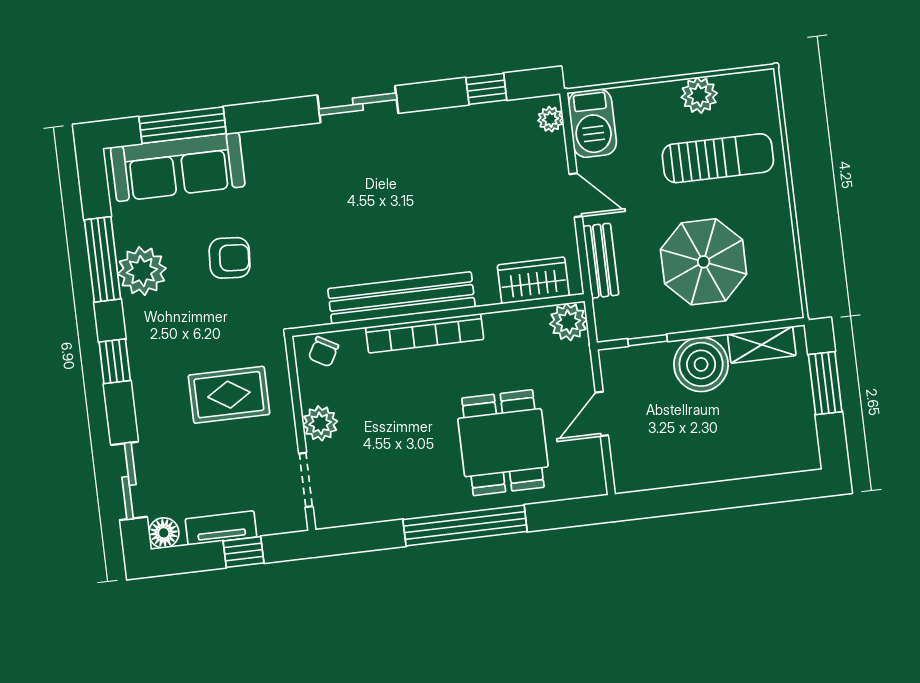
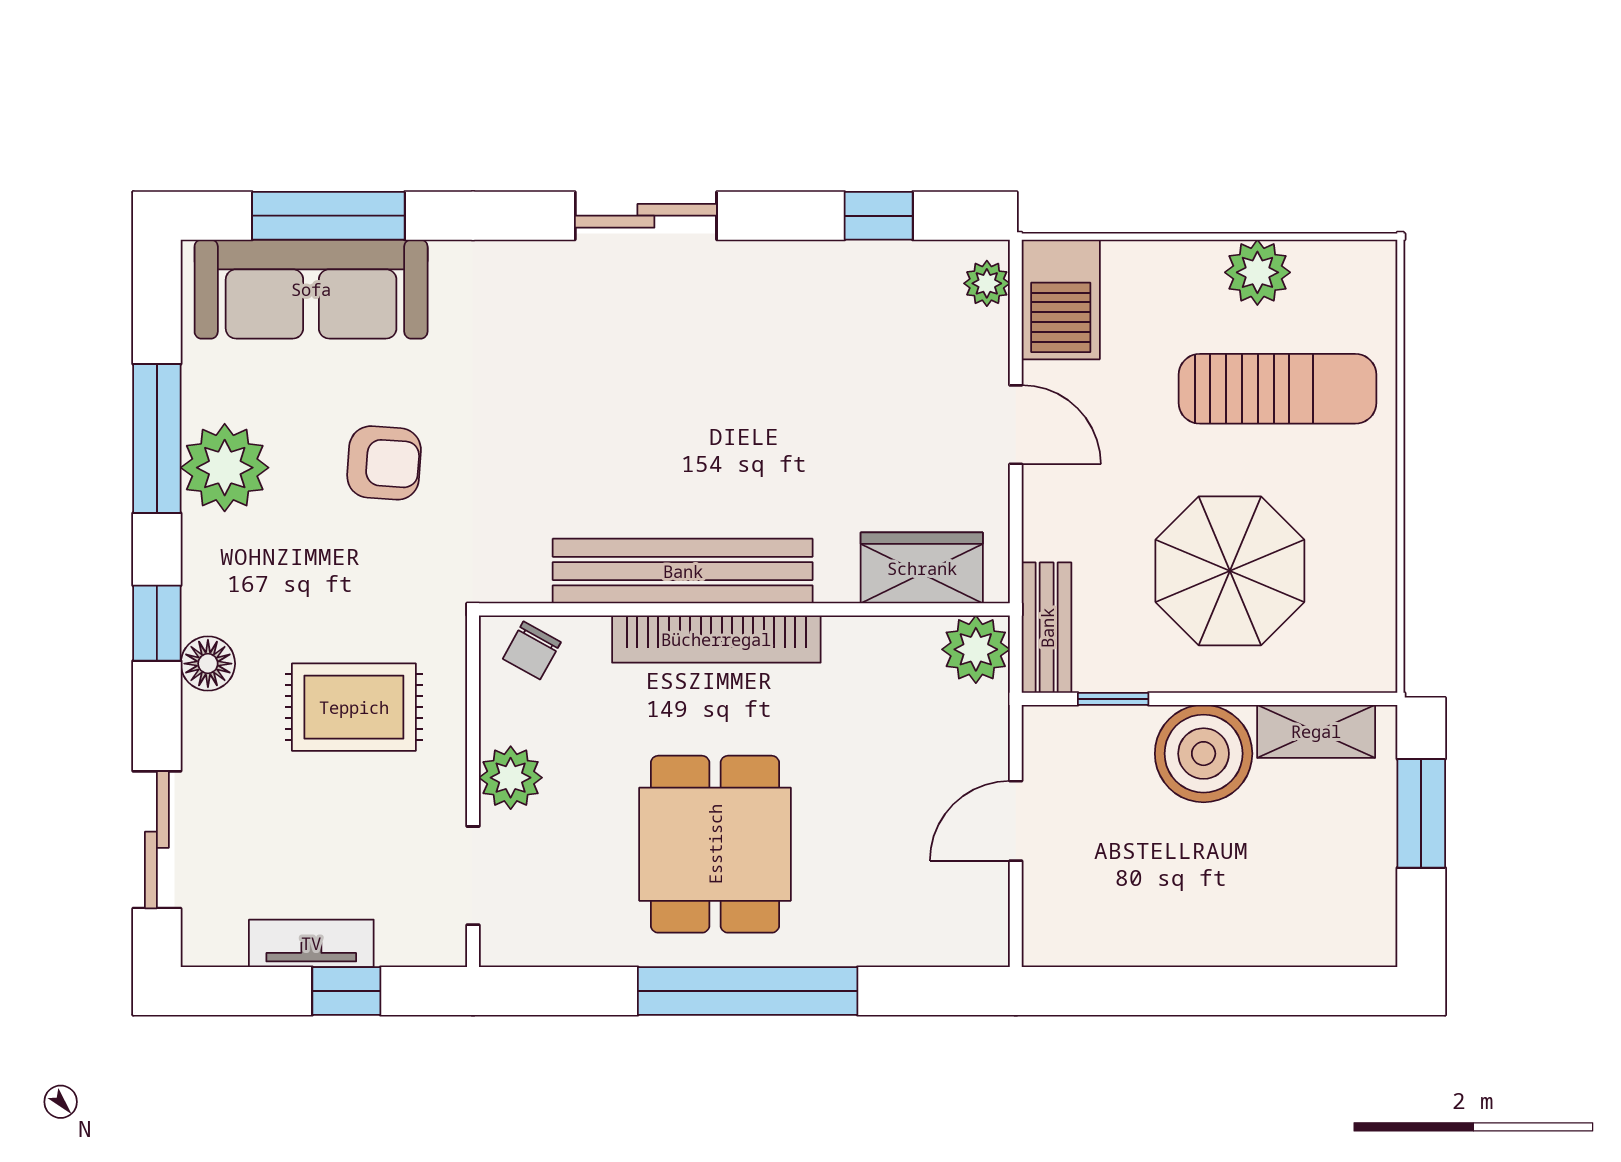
bench: (601, 261) -> (1047, 628), moved
dining table: (503, 443) -> (715, 844), moved
floor lamp: (164, 533) -> (208, 664), moved

